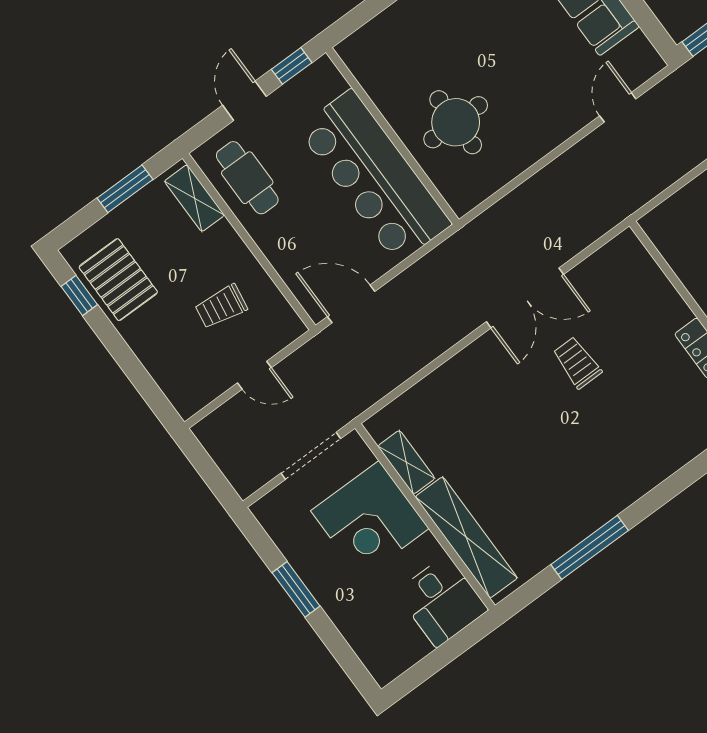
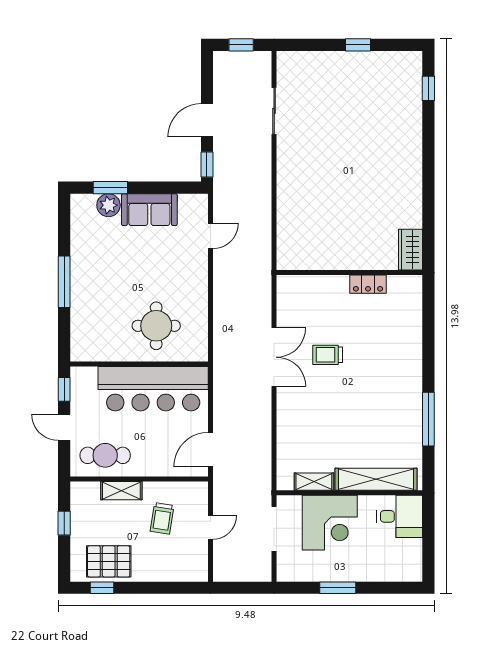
door: (618, 107) -> (211, 236), swing flipped
window: (125, 189) -> (64, 523), width x0.67
shelving: (194, 198) -> (121, 491), moved

